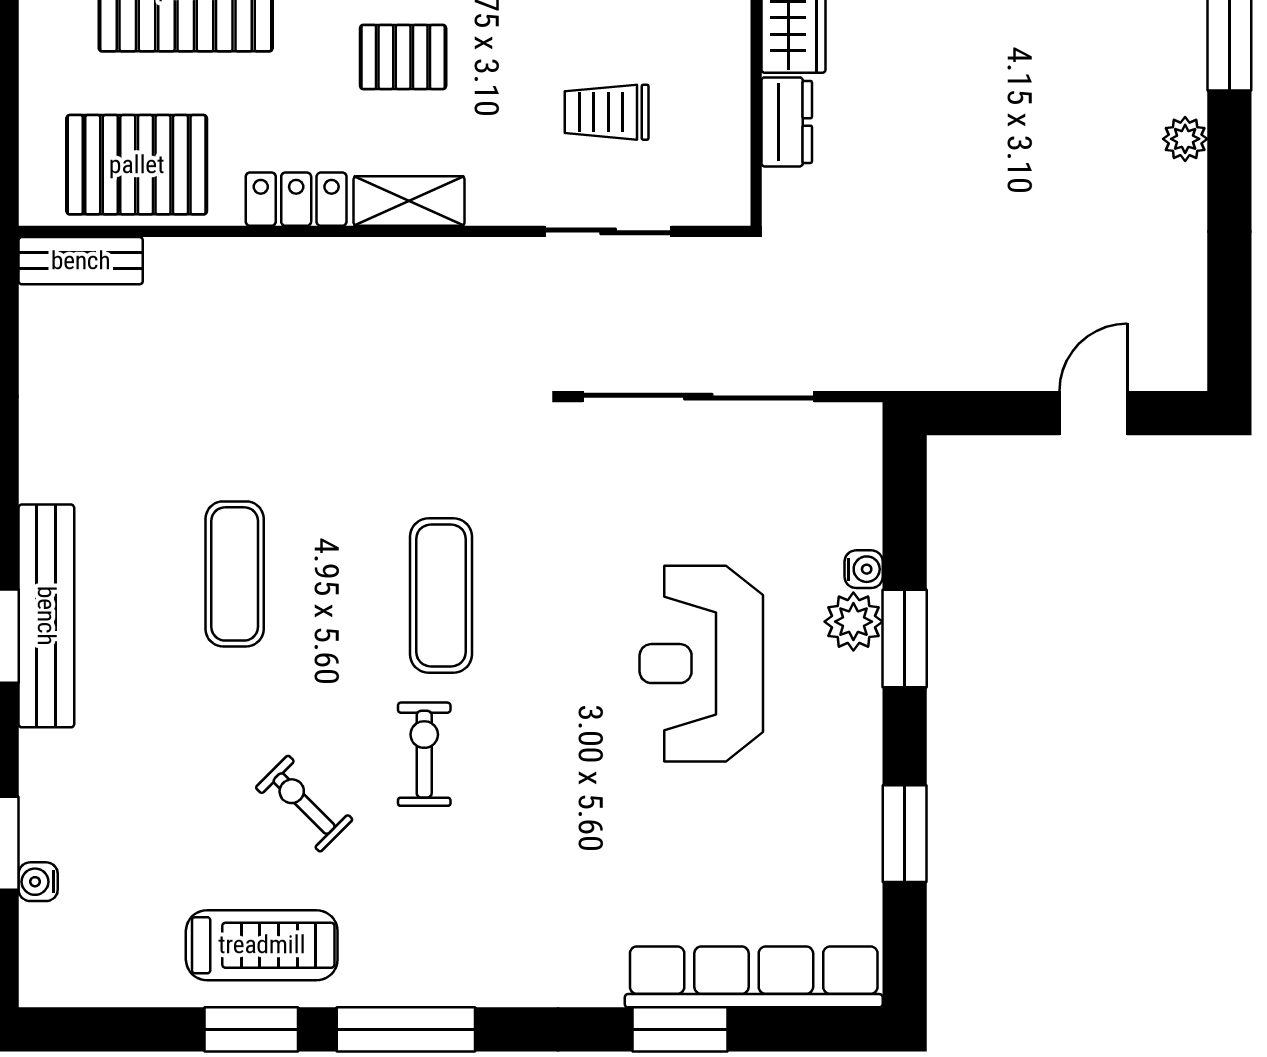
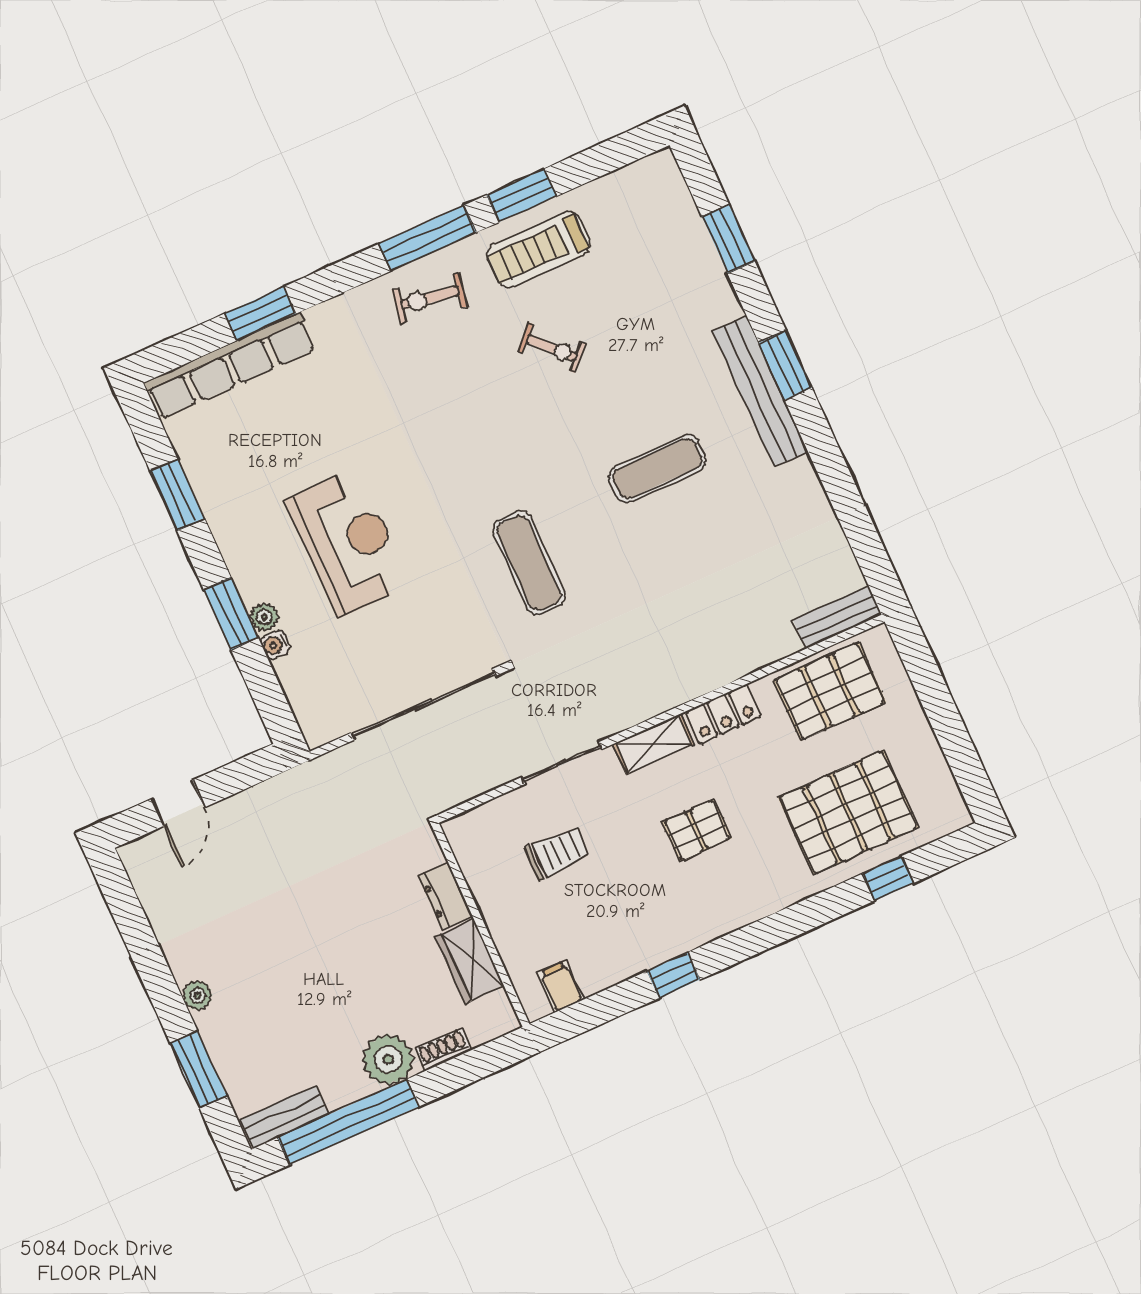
sliding door: (608, 231) -> (562, 763), moved
exercise mat: (235, 574) -> (657, 469), turned 90
exercise mat: (441, 595) -> (529, 563), moved
plant: (853, 622) -> (264, 617), width x0.73, depth x0.73
exercise bike: (424, 754) -> (430, 298), moved, turned 100
water cooler: (38, 882) -> (692, 227), removed

